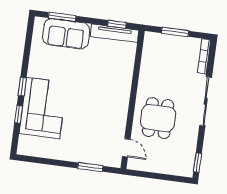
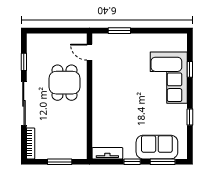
window: (117, 24) -> (132, 162), moved
tv unit: (115, 33) -> (107, 153), width x0.71
window: (22, 87) -> (190, 117), moved
window: (197, 163) -> (24, 62), moved

